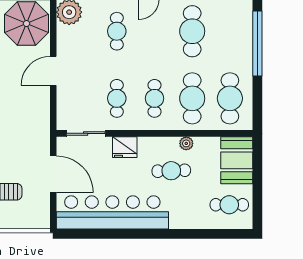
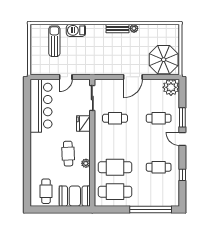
cafe table: (192, 31) -> (159, 167), width x0.73, depth x0.74
door: (53, 71) -> (133, 77), swing flipped
cafe table: (155, 98) -> (115, 143), removed
door: (53, 174) -> (66, 77), width x0.53
bar counter: (112, 212) -> (41, 106), width x0.73

